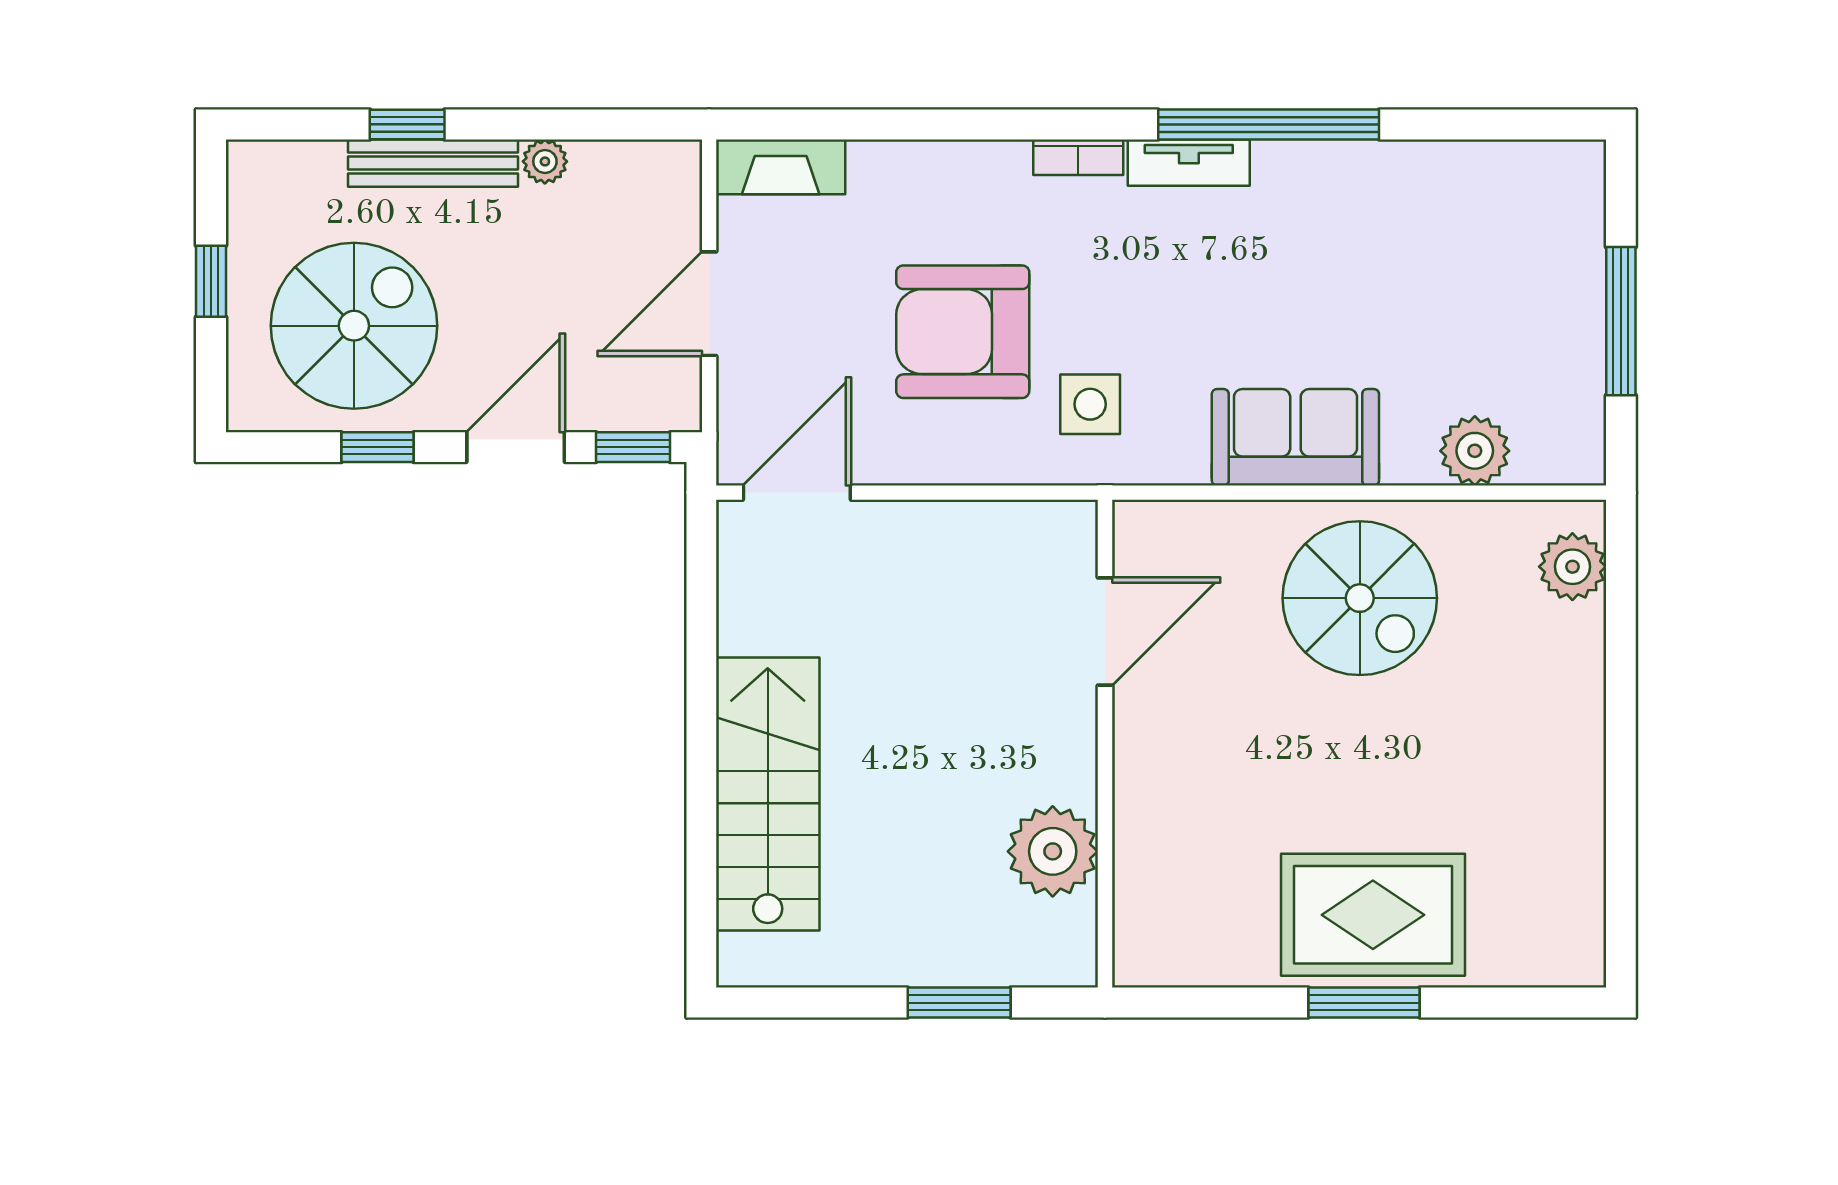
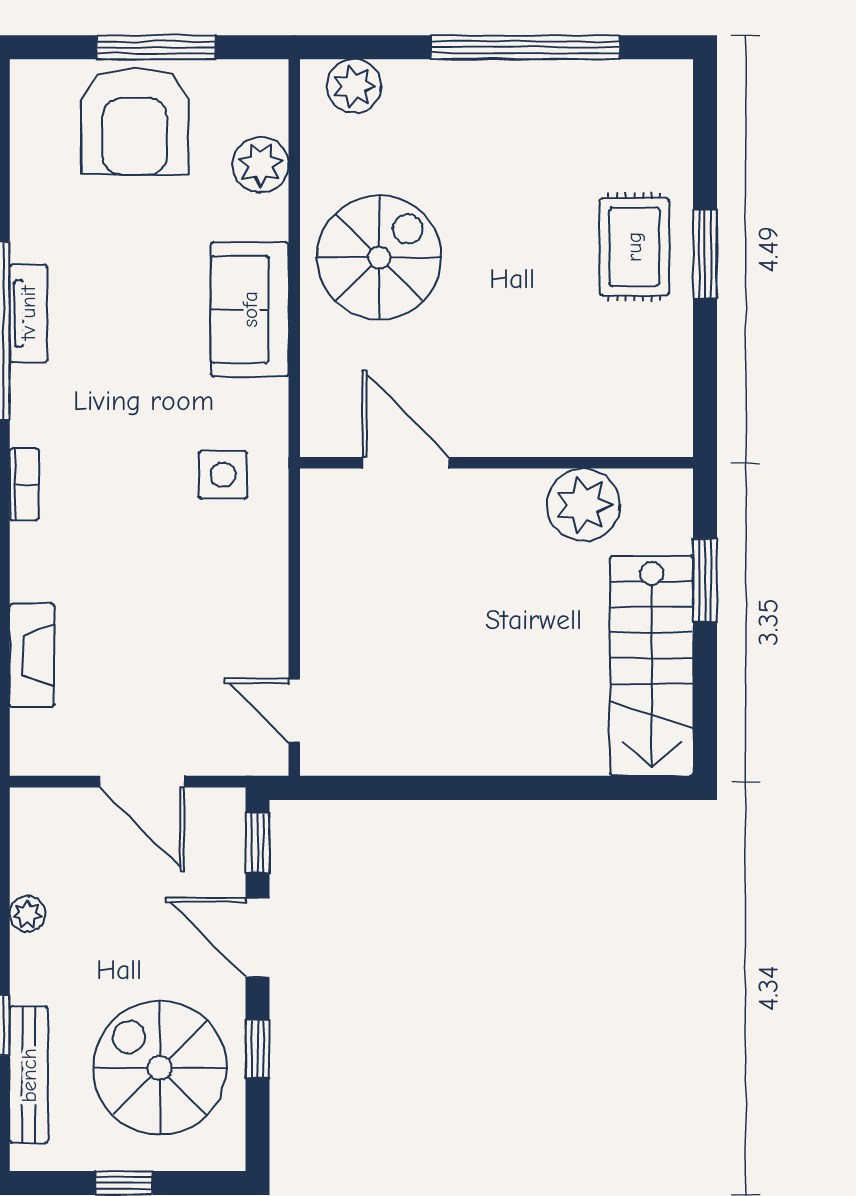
bench: (433, 163) -> (29, 1075), moved
tv unit: (1189, 163) -> (28, 313), moved
fireplace: (781, 167) -> (32, 655), moved
armchair: (963, 332) -> (135, 121), moved
door: (797, 493) -> (294, 711), width x0.73
window: (1621, 779) -> (525, 47), added
stairs: (768, 794) -> (652, 666), moved, turned -90
rug: (1373, 915) -> (634, 247), width x0.73, depth x0.70

